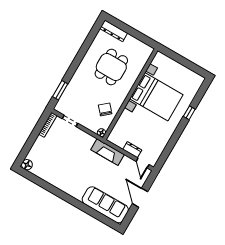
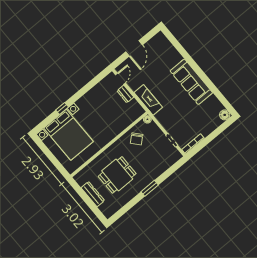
dresser: (114, 31) -> (93, 194), moved
window: (60, 90) -> (150, 188), moved
bed with nightstands: (156, 97) -> (68, 135), moved, turned 180
sofa: (105, 205) -> (191, 82), moved

